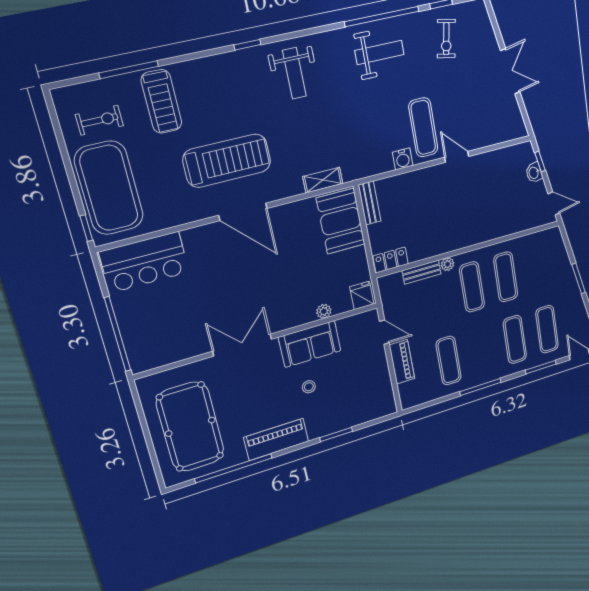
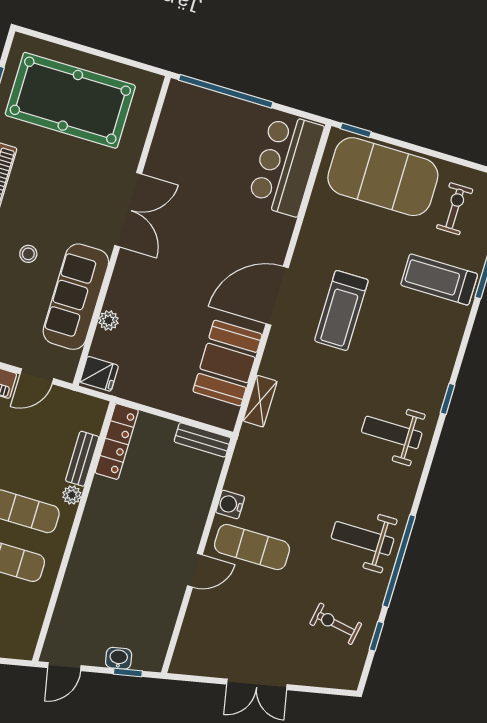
weight bench: (379, 52) -> (363, 538), turned 90
exercise bike: (99, 120) -> (455, 209), turned 180
treadmill: (227, 161) -> (341, 310), width x0.73, depth x0.73
booth: (341, 221) -> (227, 363), moved, turned 90
locker: (391, 260) -> (117, 441), width x1.53
sofa: (310, 344) -> (76, 297), width x1.36

